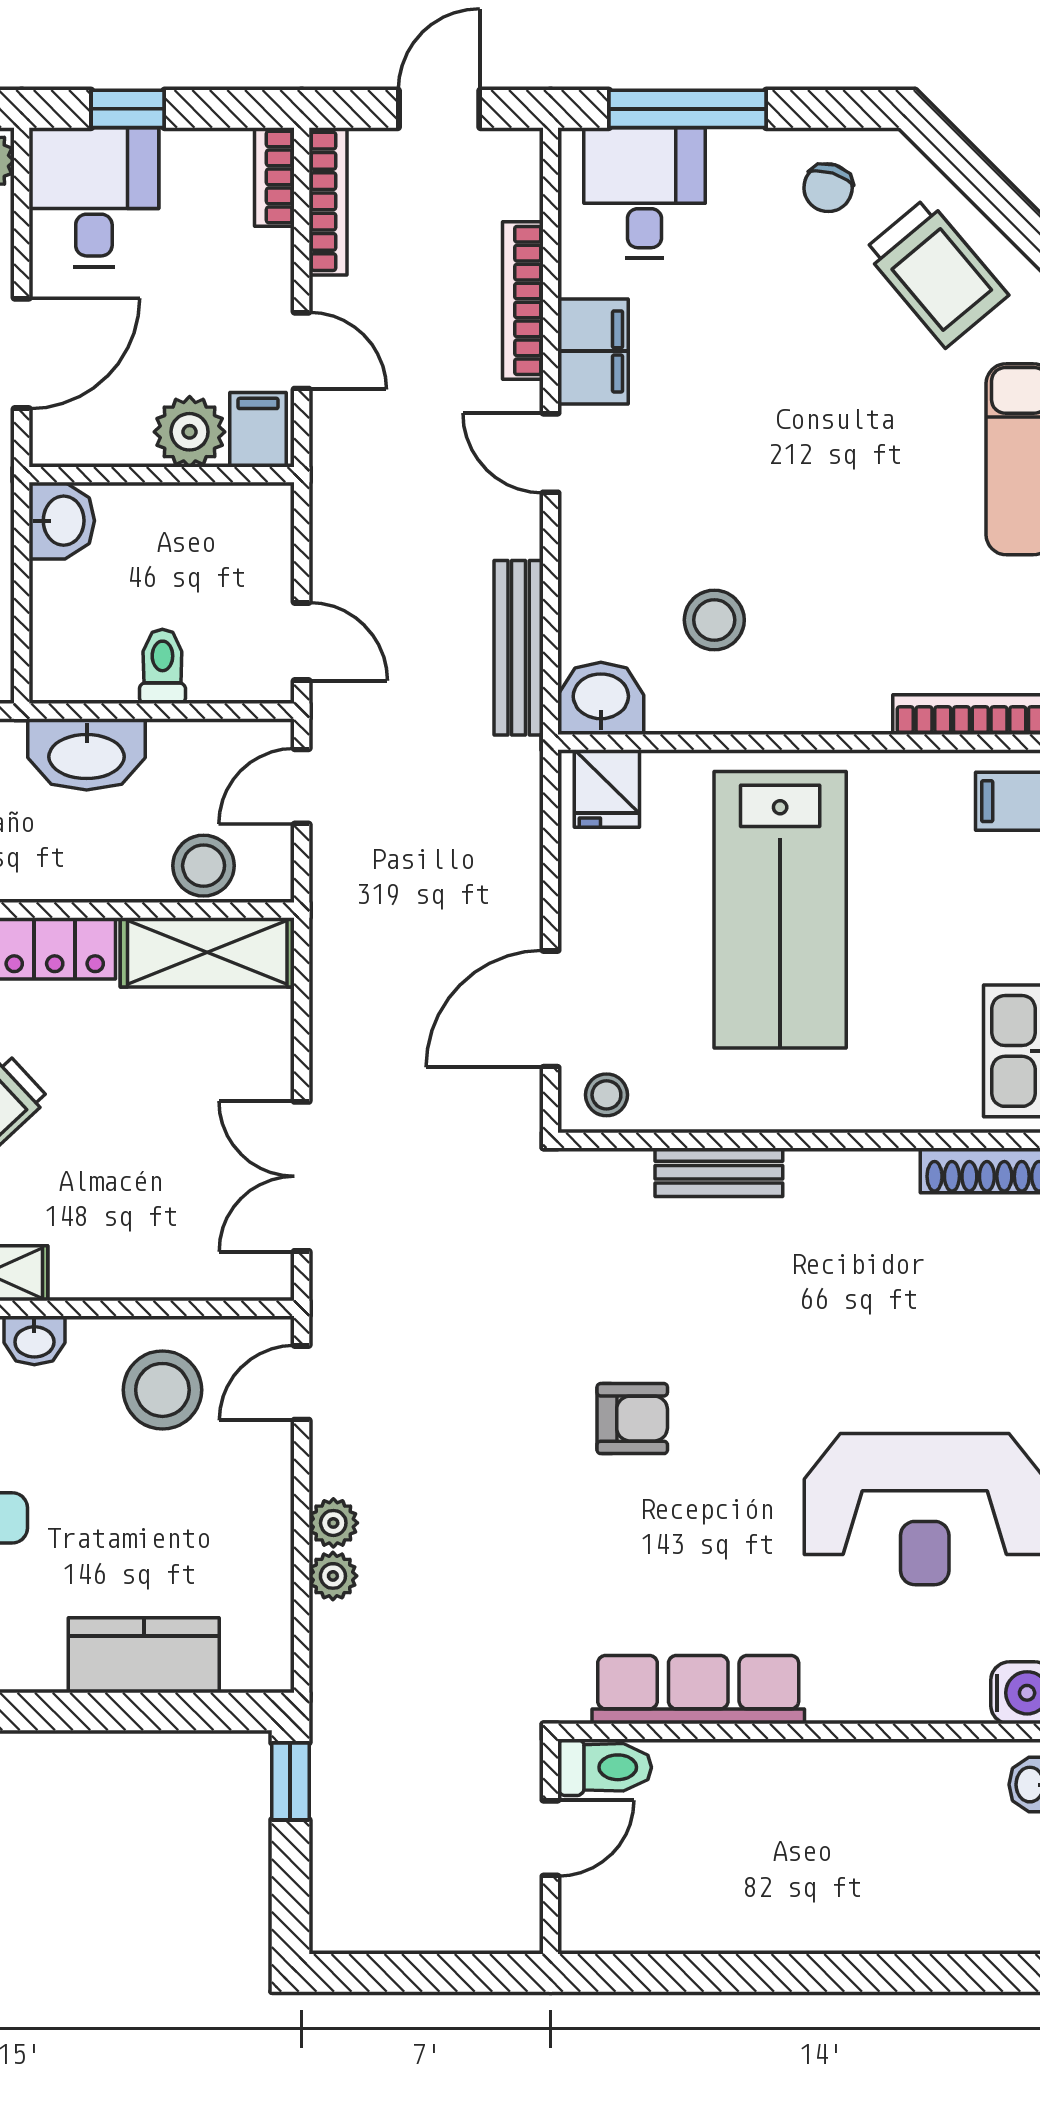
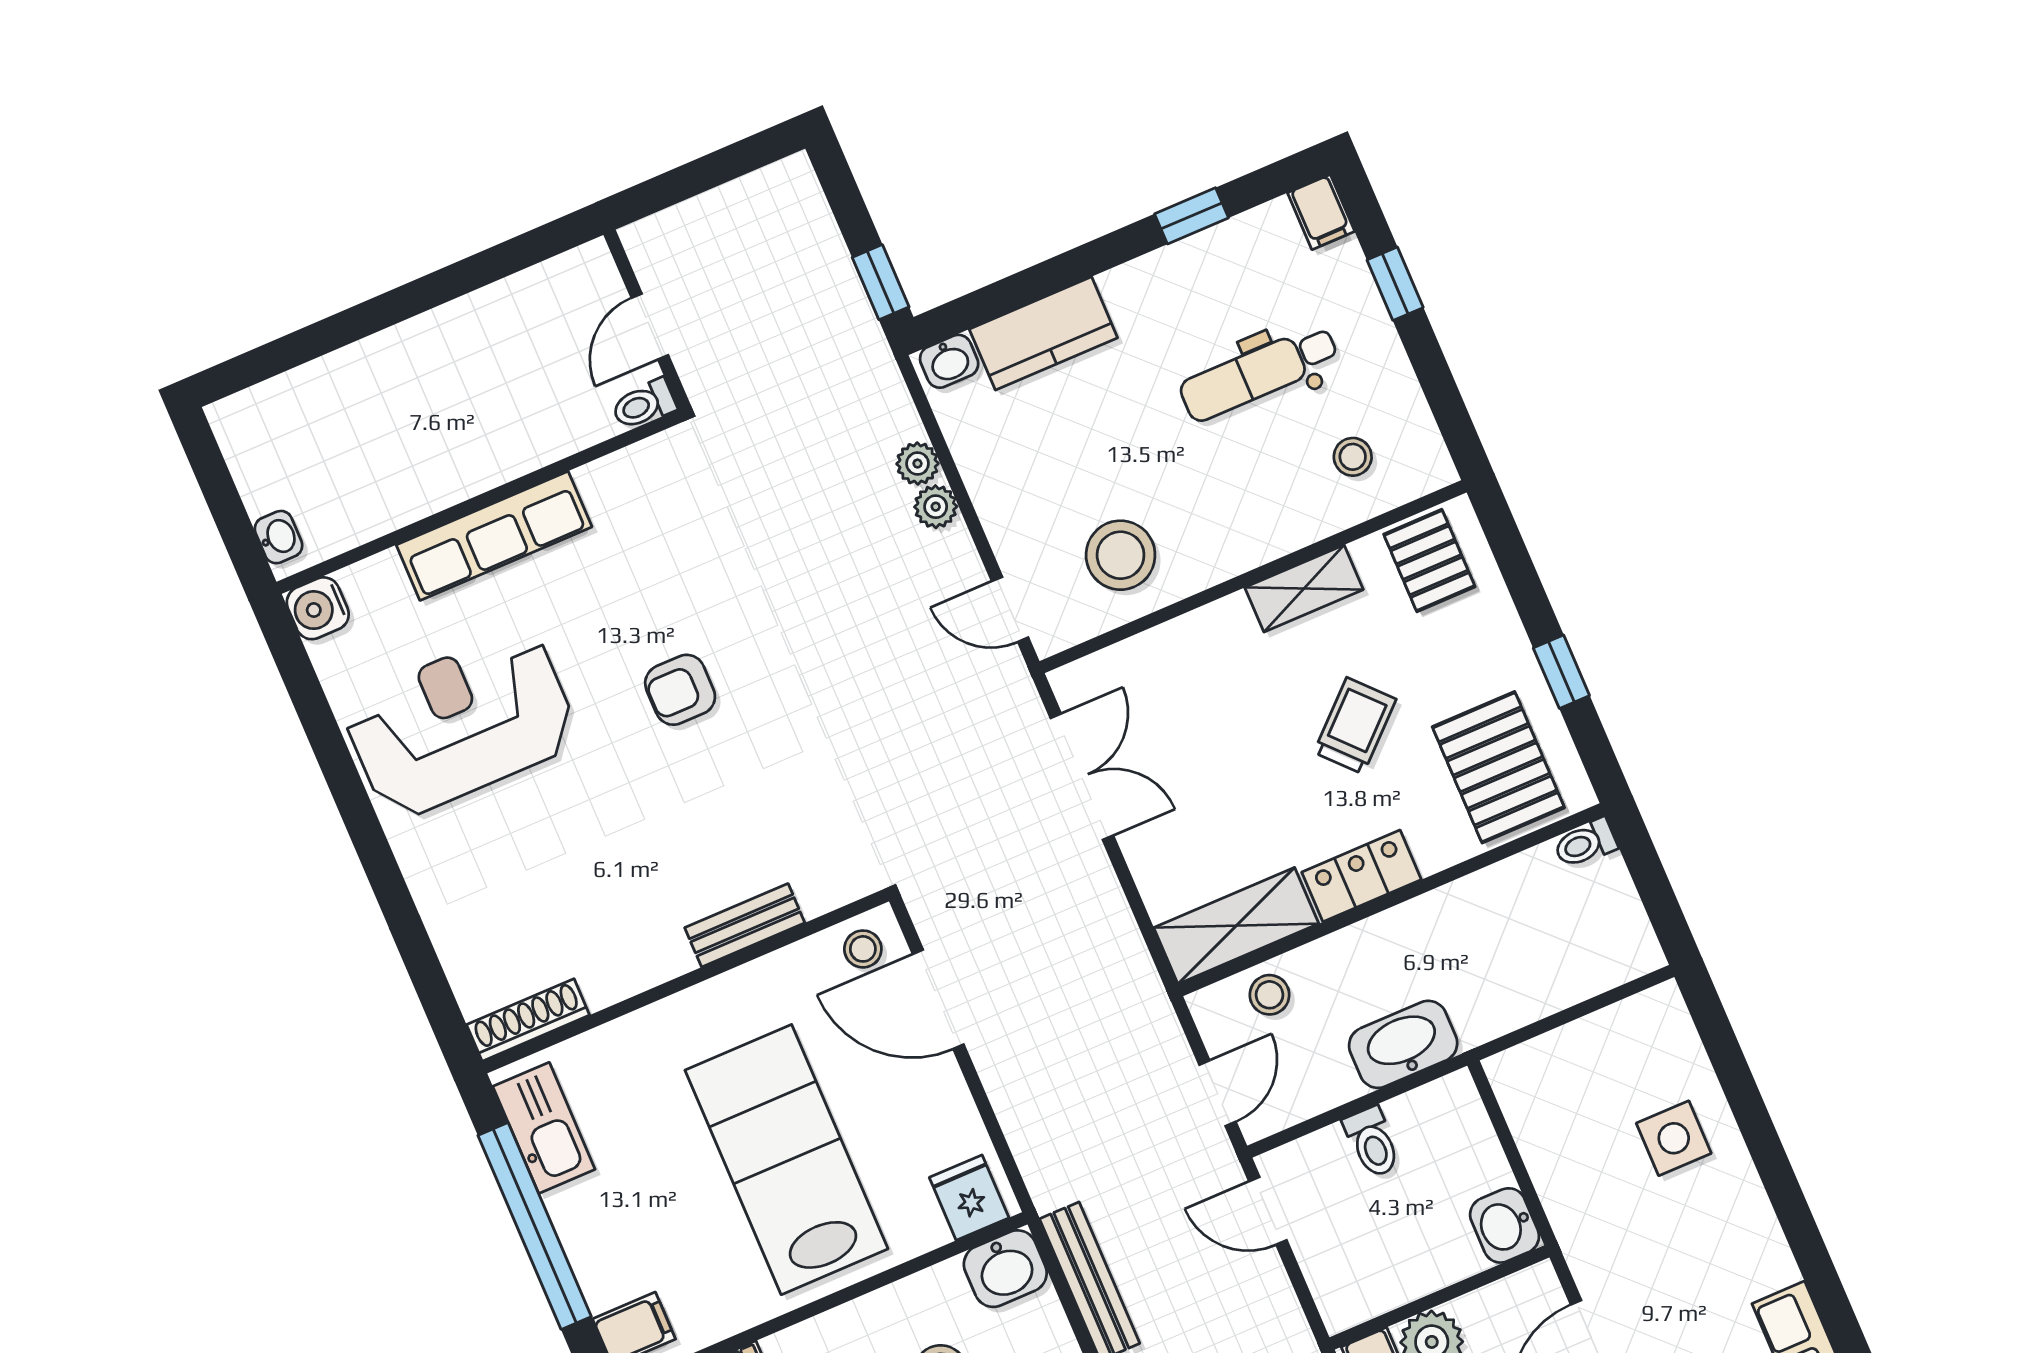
stool: (204, 866) -> (1270, 995), width x0.73, depth x0.73
door: (551, 1009) -> (938, 999), swing flipped
washbasin: (34, 1340) -> (949, 361), moved, turned 180
door: (302, 1383) -> (1010, 609), swing flipped
armchair: (632, 1419) -> (680, 690), moved
row of seats: (698, 1690) -> (494, 536), moved
toilet: (605, 1767) -> (644, 404), width x0.73, depth x0.72

